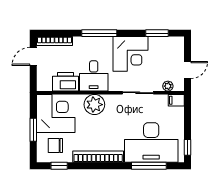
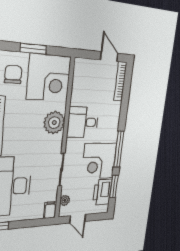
window: (99, 33) -> (119, 149), moved
printer: (66, 82) -> (102, 192), moved, turned 180

